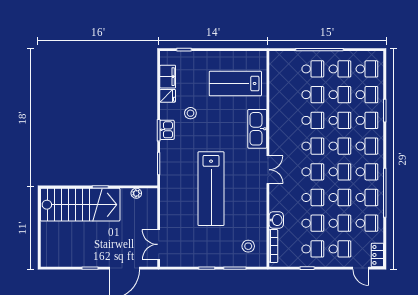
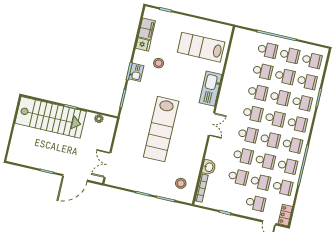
school desk: (313, 249) -> (233, 198), removed

